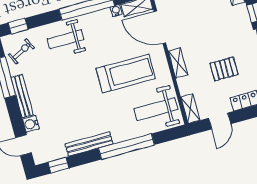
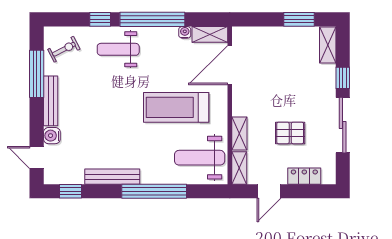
window: (18, 26) -> (100, 19), moved
door: (160, 27) -> (230, 65), hinge flipped
shelving: (178, 63) -> (239, 134), moved
treadmill: (126, 73) -> (176, 107), turned 180

